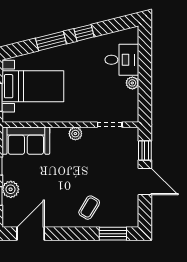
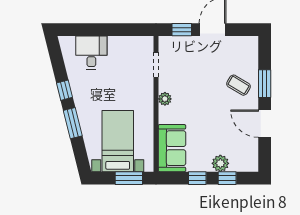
plant: (132, 83) -> (114, 42), removed
door: (31, 234) -> (265, 124), moved
window: (113, 234) -> (265, 84), moved

